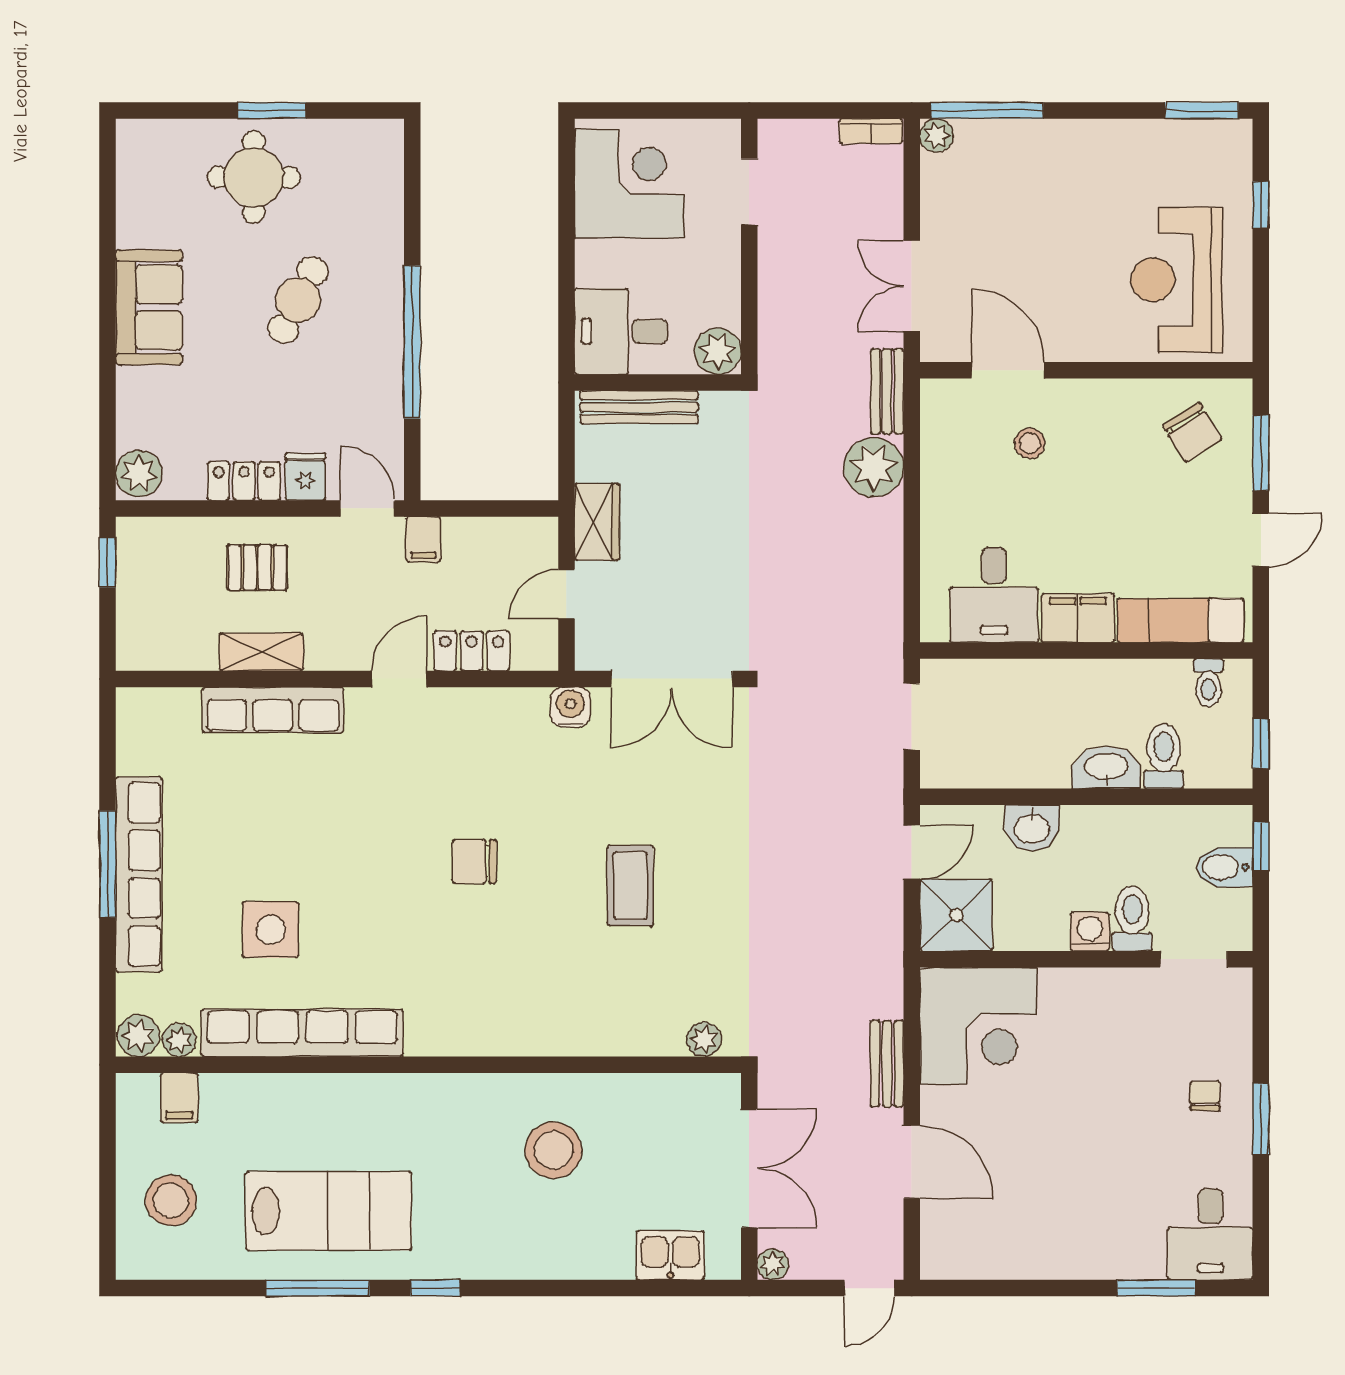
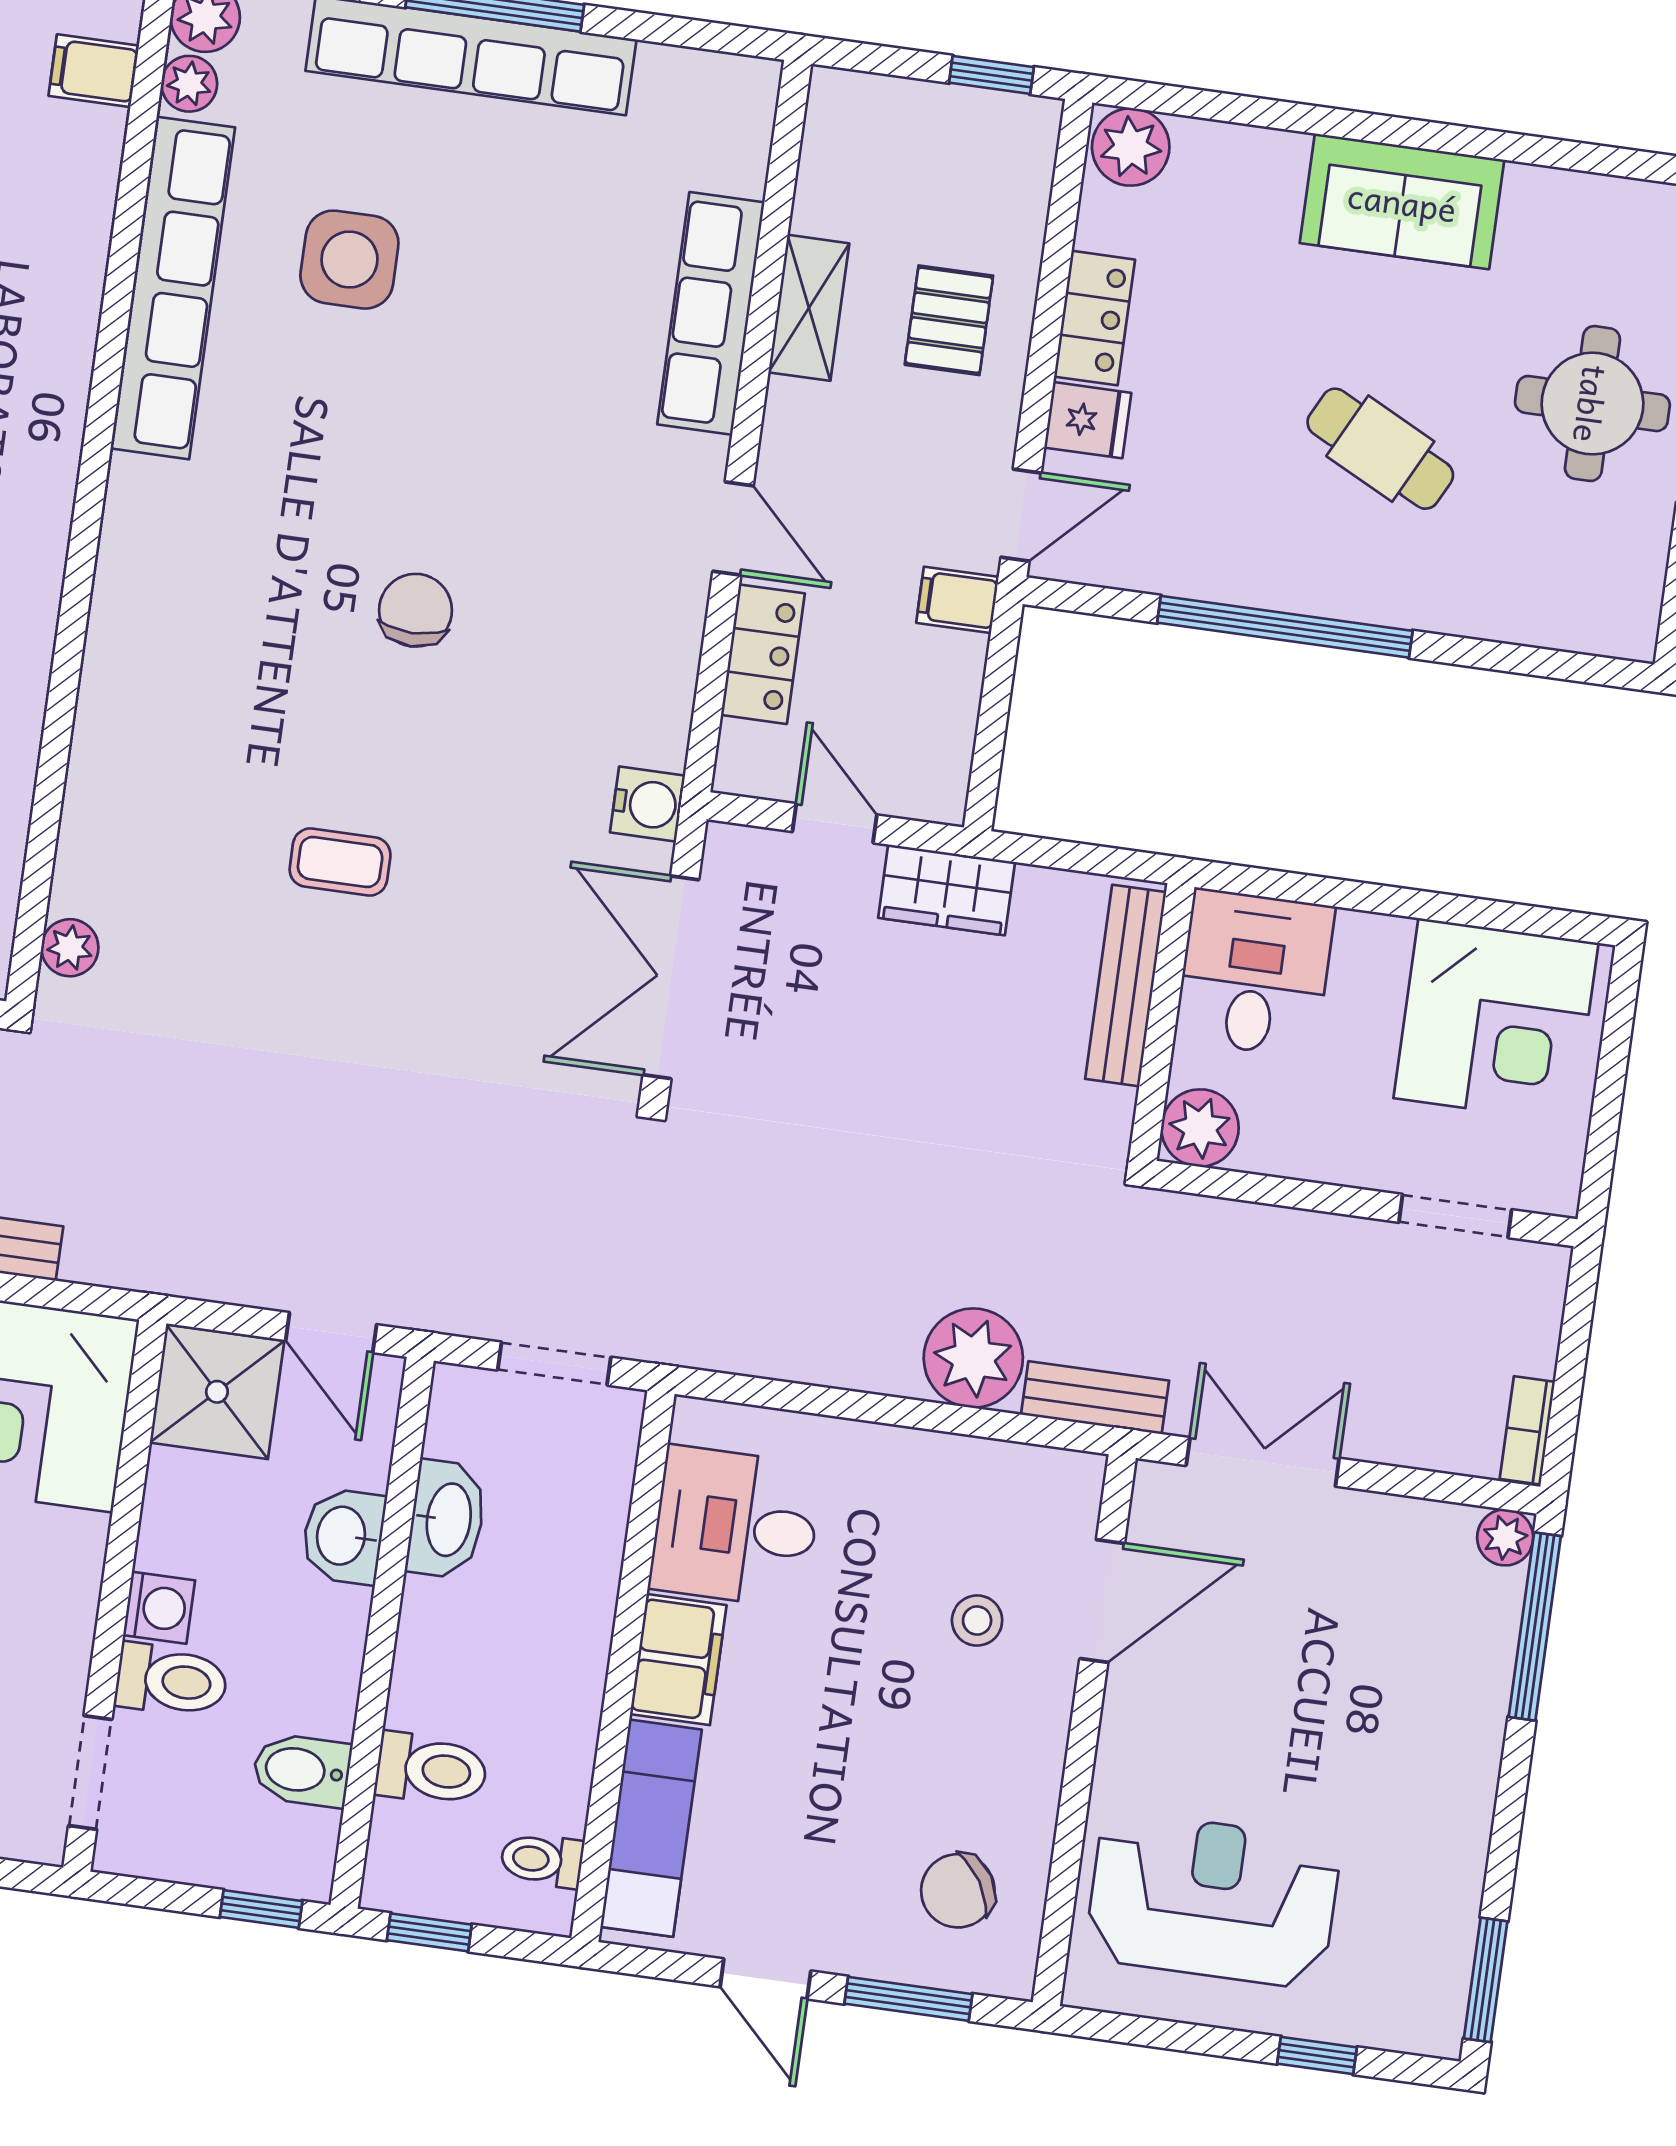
washbasin: (1106, 768) -> (447, 1519), moved
bidet: (1224, 867) -> (302, 1770), moved, turned -90
coffee table: (630, 886) -> (340, 862), width x0.73, depth x0.77

